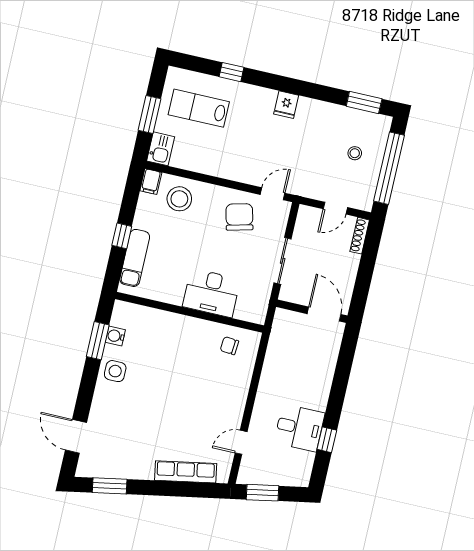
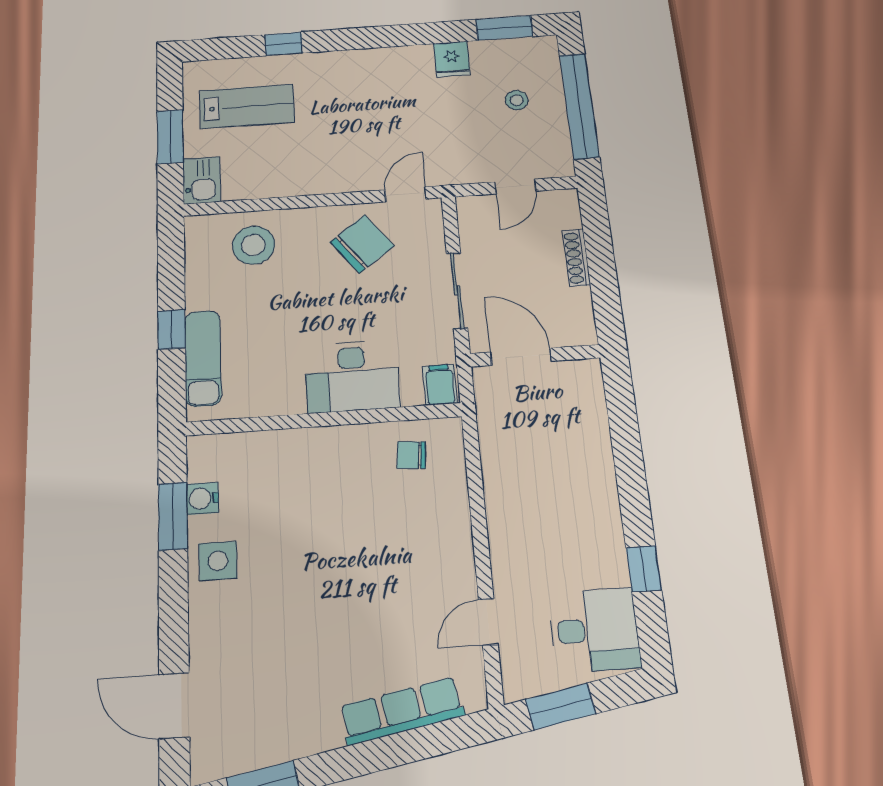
fridge: (286, 105) -> (452, 59), moved
lab bench: (199, 108) -> (247, 106), turned 180
filing cabinet: (151, 182) -> (440, 385), moved, turned 180
chair: (239, 217) -> (362, 244), turned 67
shoe rack: (360, 236) -> (576, 258), moved
door: (324, 314) -> (521, 357), moved
desk: (299, 428) -> (594, 630), moved

